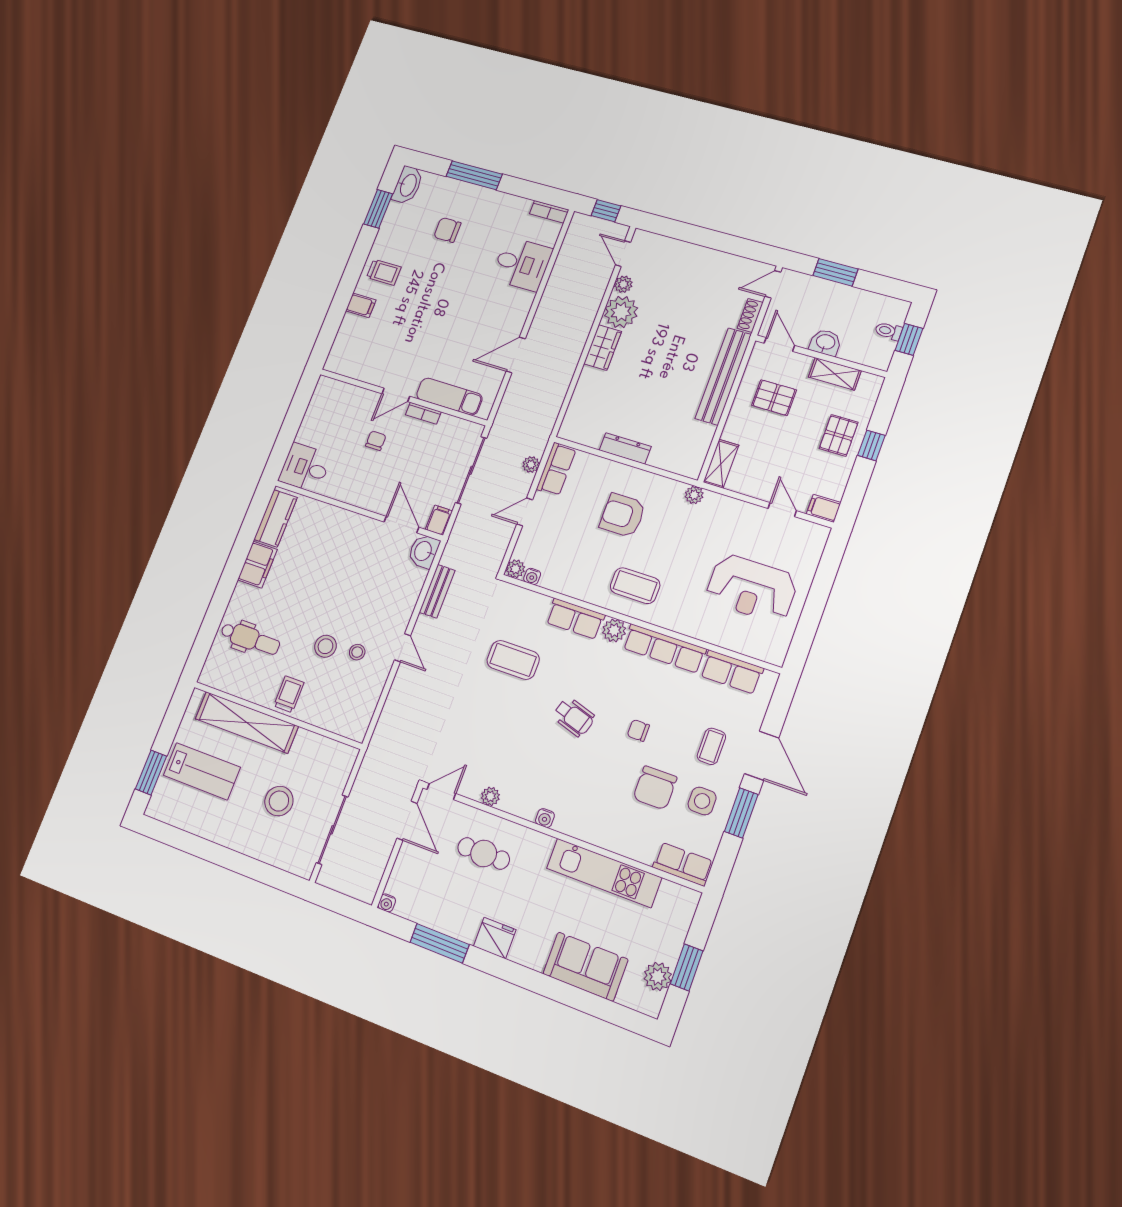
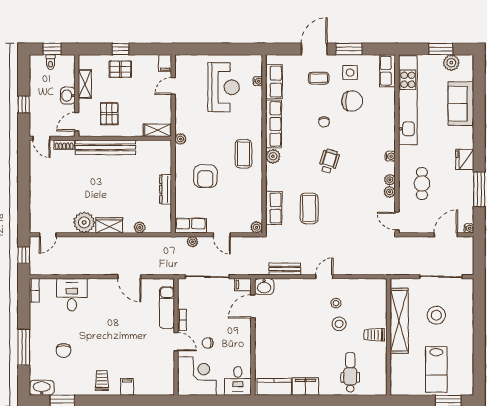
window: (835, 272) -> (24, 104), width x0.67
plant: (623, 284) -> (140, 227), moved
corner desk: (336, 410) -> (197, 376), added
water cooler: (532, 576) -> (258, 81), moved
row of seats: (575, 619) -> (274, 208), moved
shelving: (247, 722) -> (399, 321), moved
lab bench: (202, 771) -> (436, 370), turned 180
plant: (509, 804) -> (390, 180), added
door: (407, 821) -> (446, 235), moved
kitchen unit: (604, 873) -> (408, 100), width x1.36

